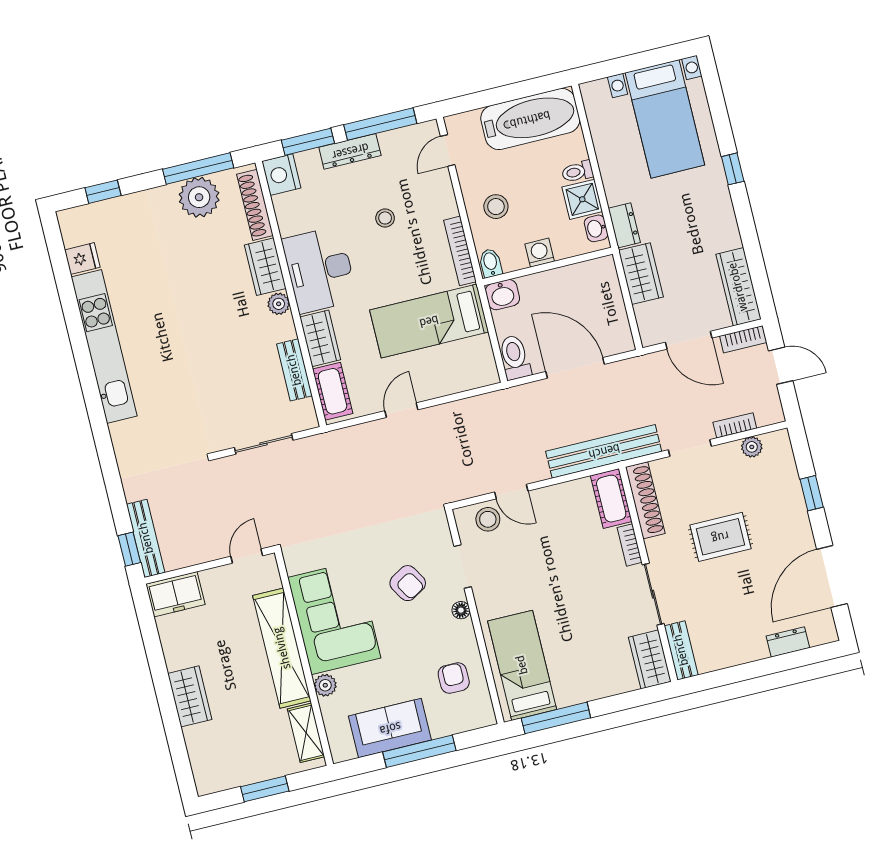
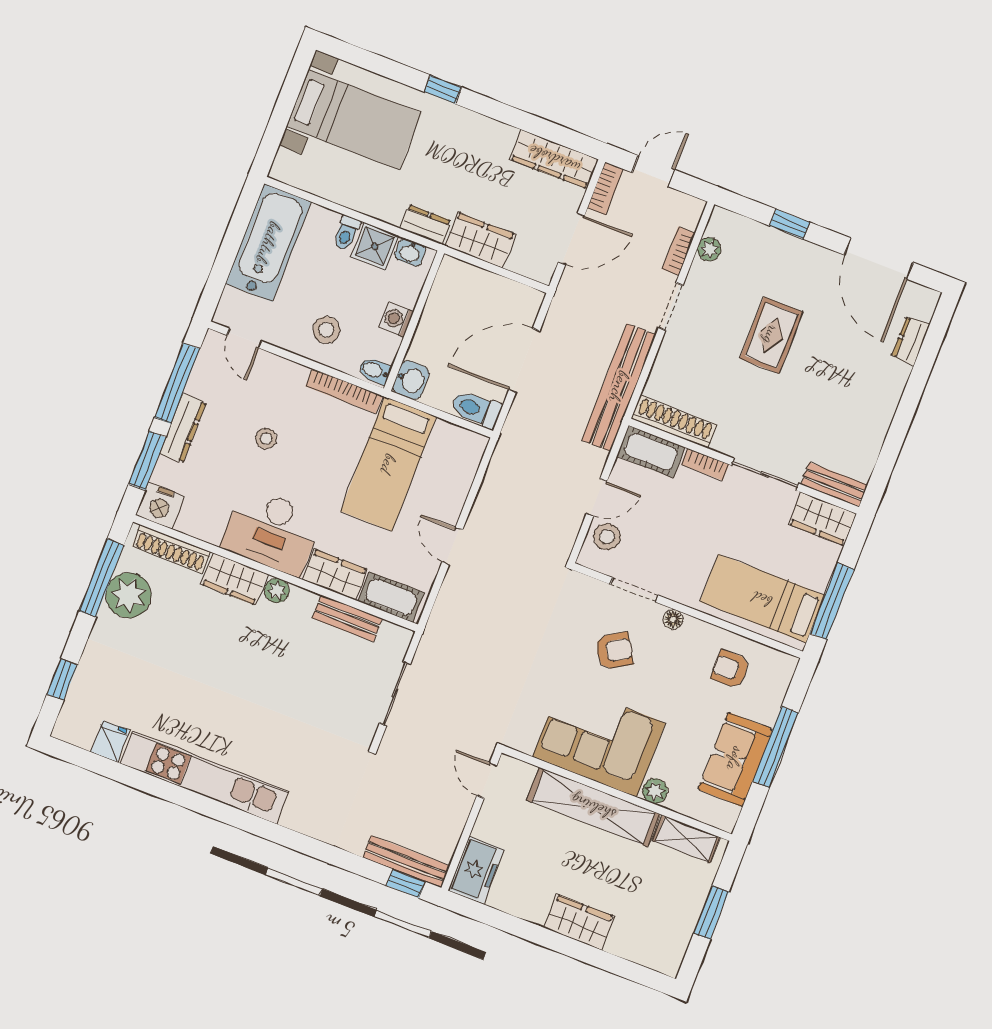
cot: (611, 499) -> (651, 452), moved
shoe rack: (645, 500) -> (674, 422), moved
bookcase: (630, 545) -> (705, 464), moved
wall: (648, 574) -> (744, 466), moved
sliding door: (653, 594) -> (765, 474), moved
bench: (681, 650) -> (834, 485), moved
wardrobe: (650, 659) -> (823, 519), moved

